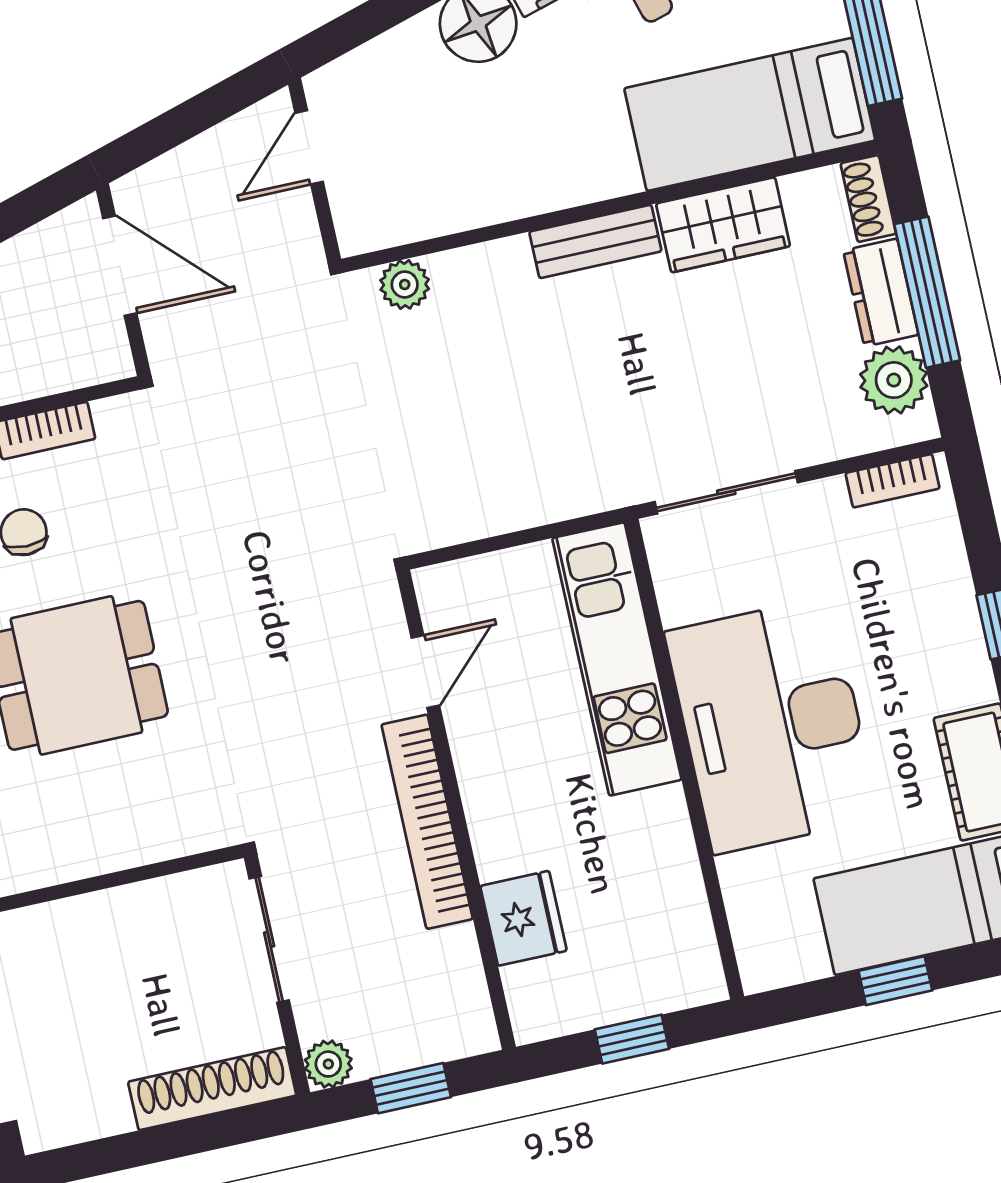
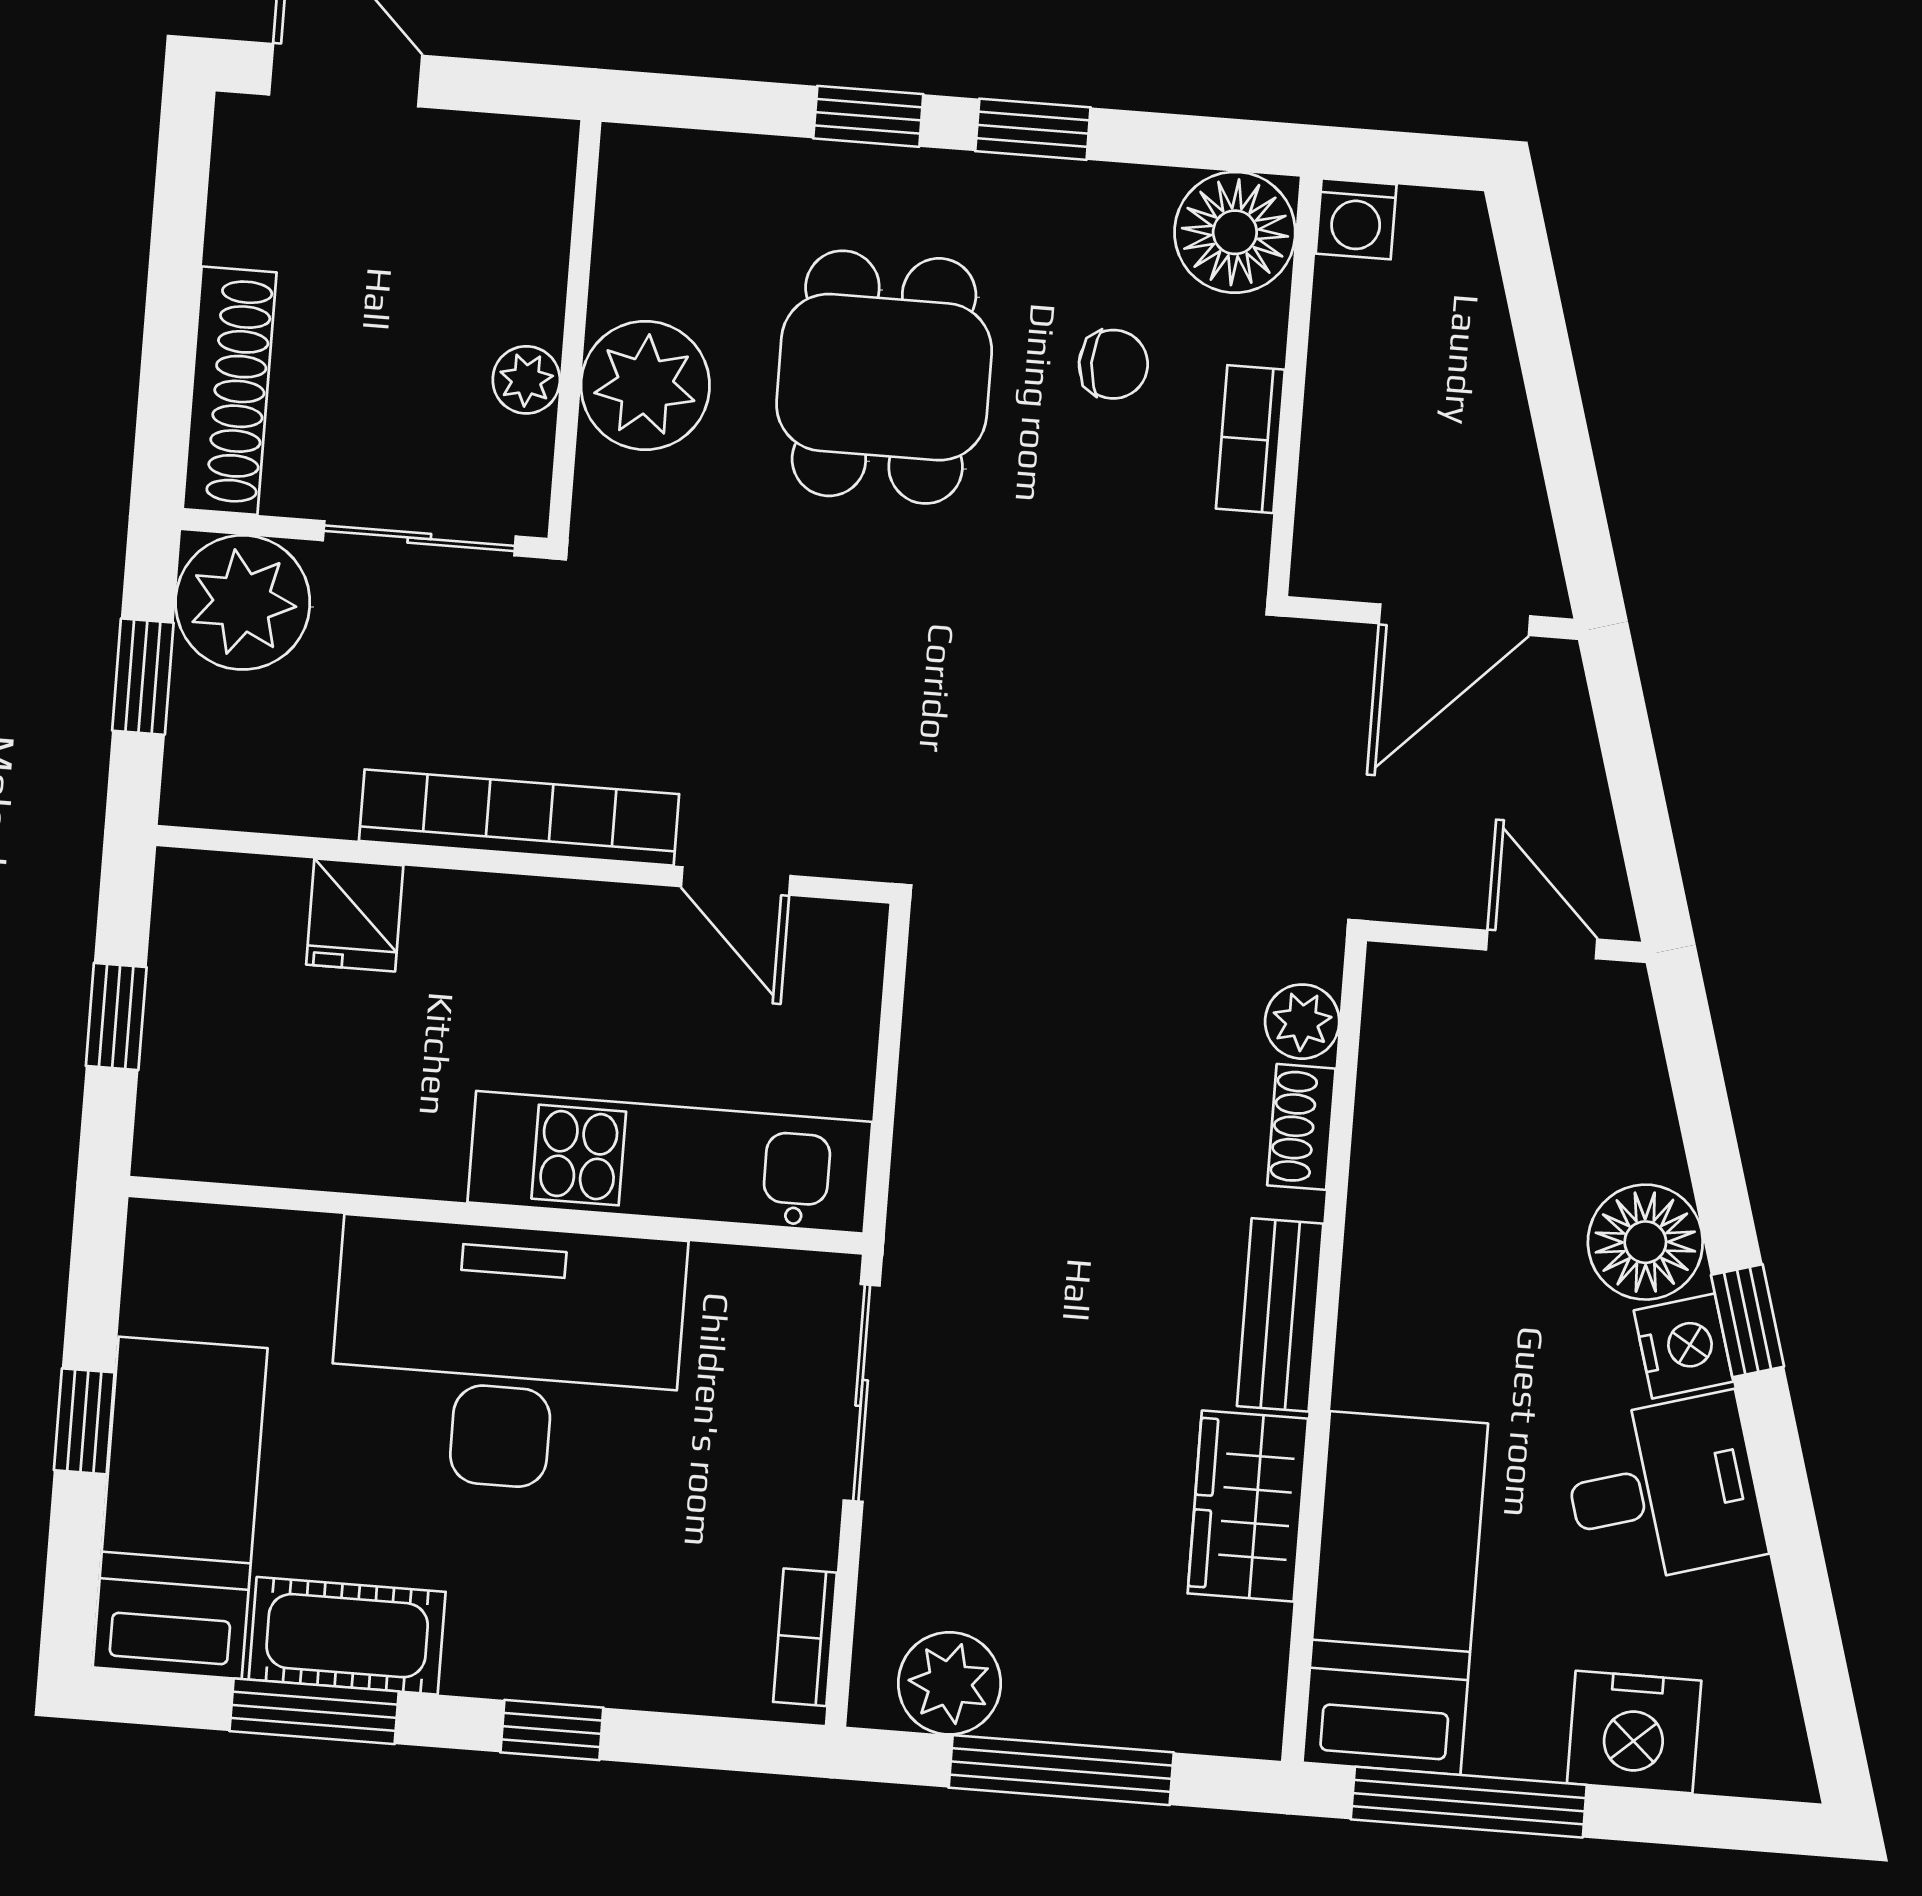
shoe rack: (868, 199) -> (1301, 1127), moved, turned -90
dresser: (881, 293) -> (1081, 1703), removed
plant: (128, 825) -> (645, 385), added
plant: (148, 902) -> (526, 380), added
fridge: (523, 918) -> (355, 915), width x0.72
plant: (328, 1064) -> (243, 602), width x1.87, depth x1.87

